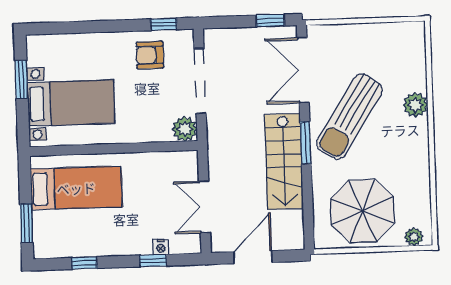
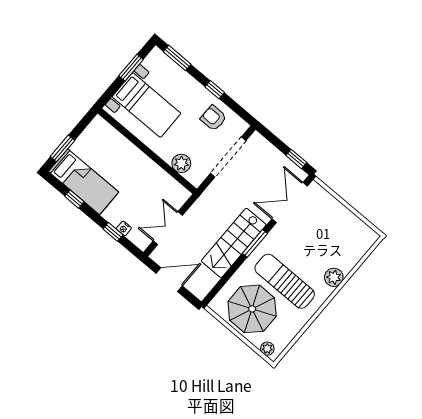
window: (164, 24) -> (215, 90), moved
window: (59, 28) -> (177, 58), added
sun lounger: (350, 117) -> (285, 281), moved, turned 57
plant: (185, 129) -> (181, 163), moved
bed: (76, 188) -> (84, 182), moved

